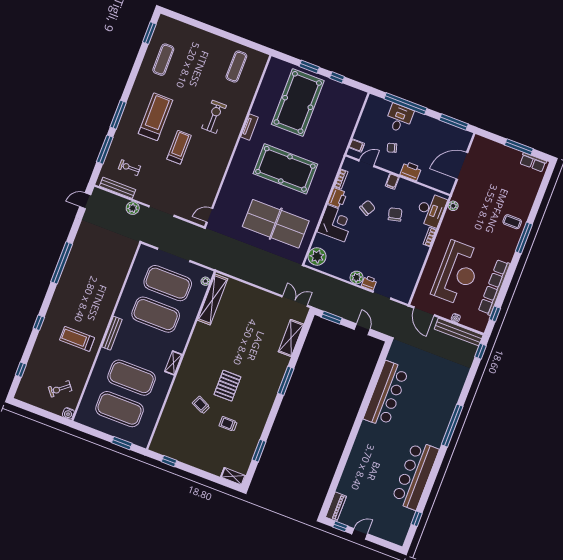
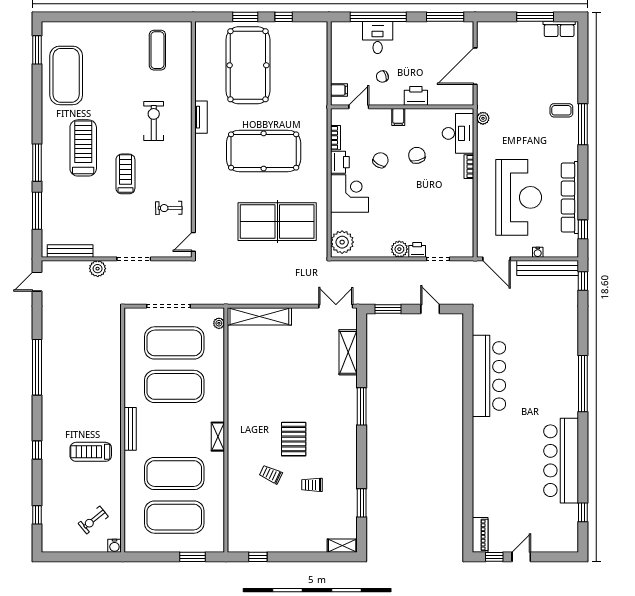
exercise mat: (163, 60) -> (66, 75), width x2.00, depth x1.45
exercise bike: (129, 168) -> (169, 208), moved
shelving: (213, 300) -> (259, 316), moved, turned 90

